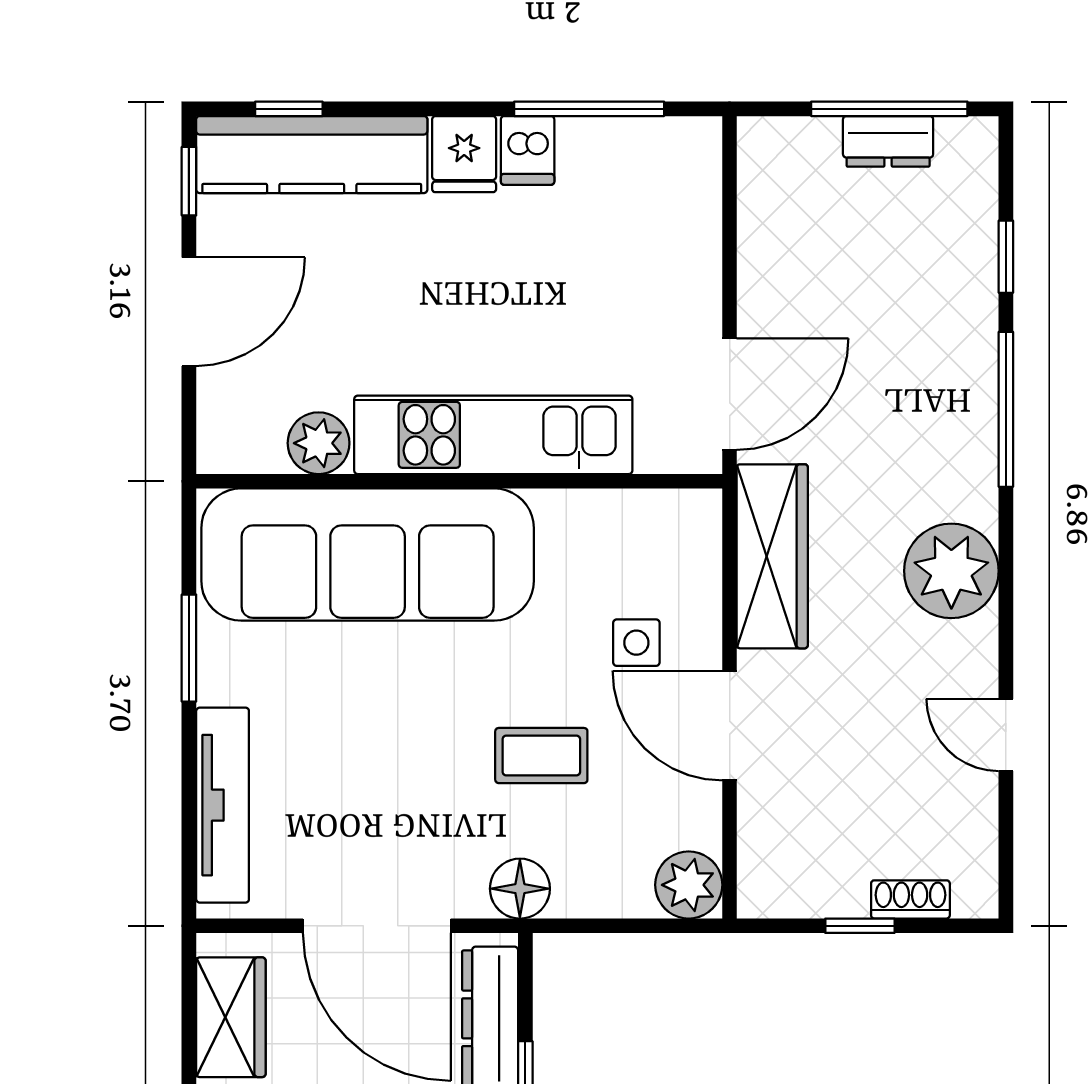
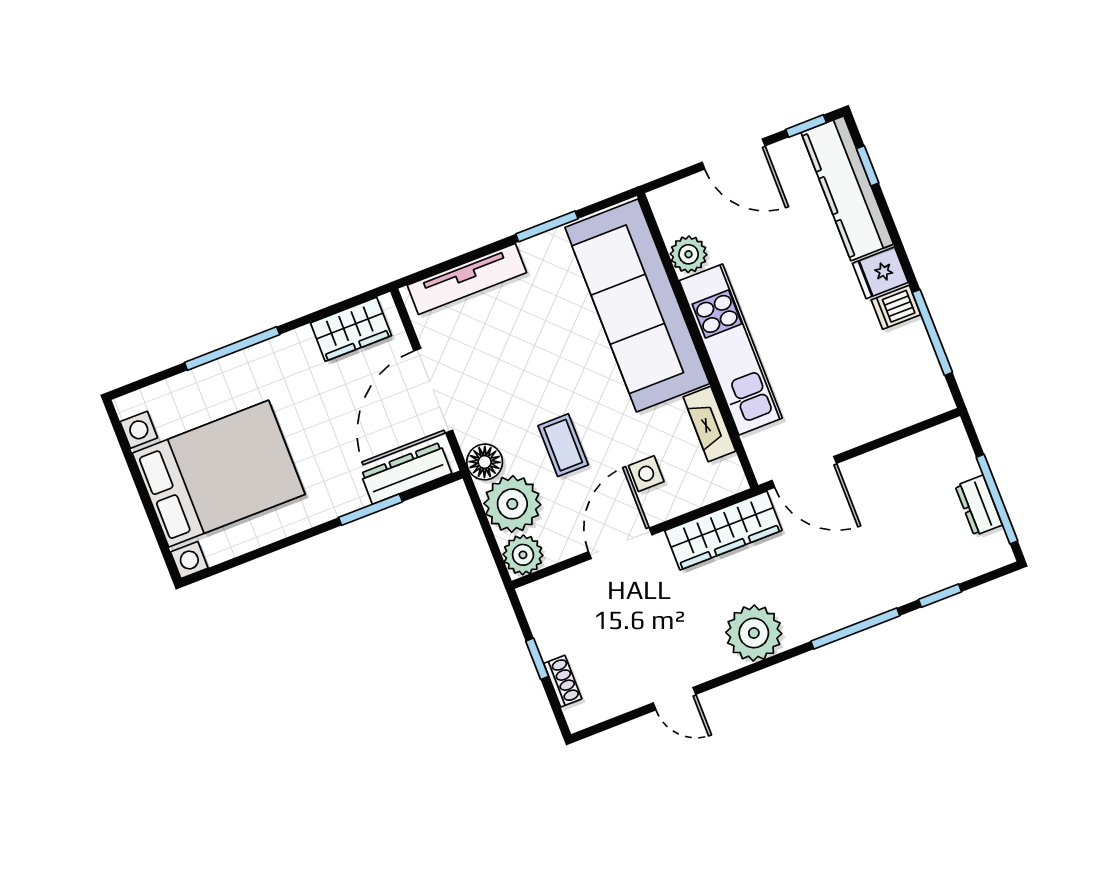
fireplace: (597, 513) -> (710, 424), added
door: (1006, 735) -> (674, 699), swing flipped
plant: (603, 871) -> (512, 504), added

